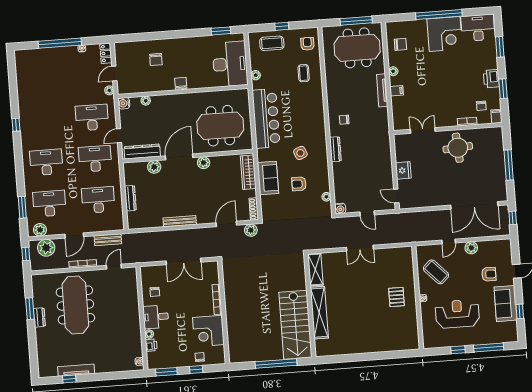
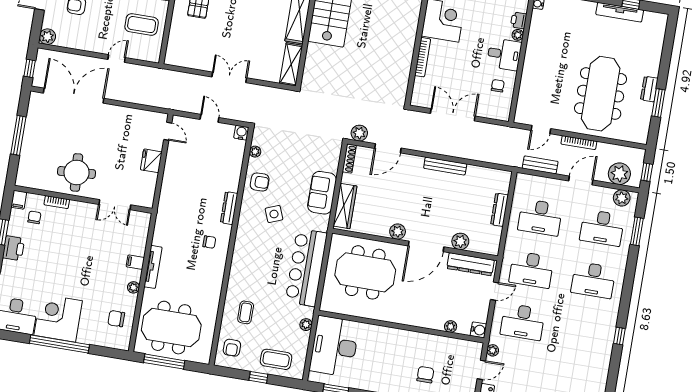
chair: (181, 83) -> (402, 337), removed
armchair: (299, 184) -> (260, 182), moved
plant: (471, 248) -> (47, 37), moved
coffee table: (436, 272) -> (142, 25), turned -46

